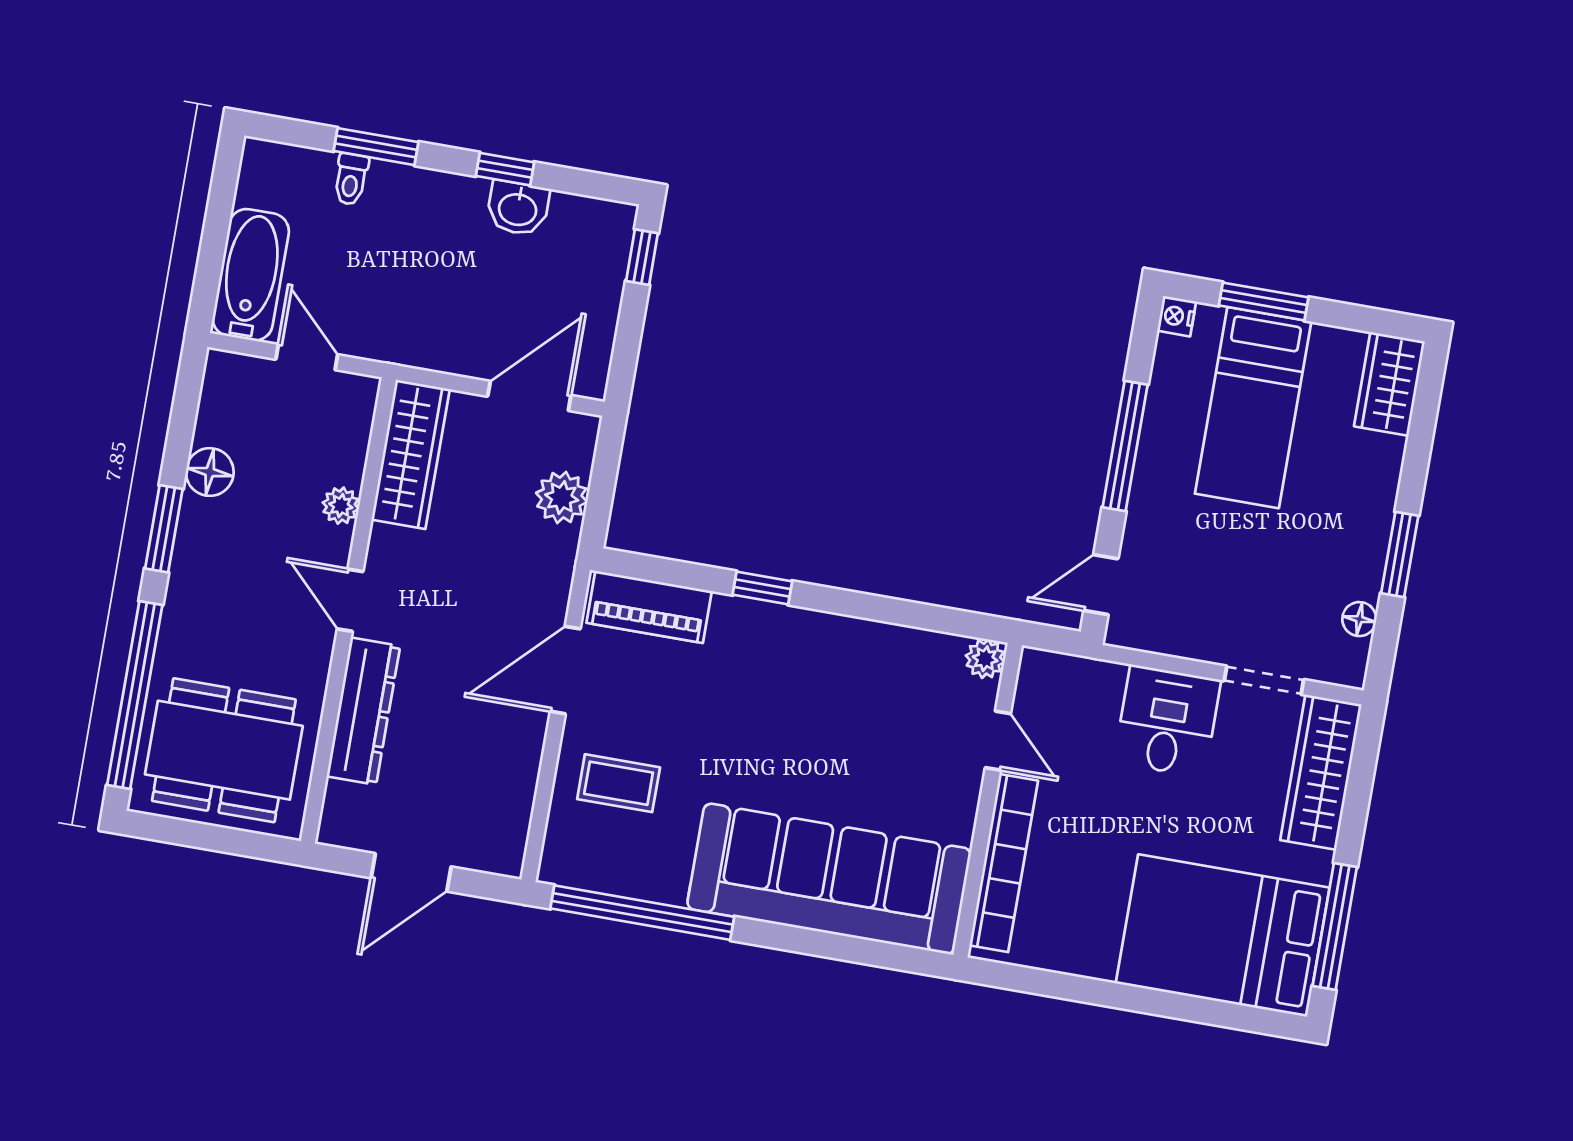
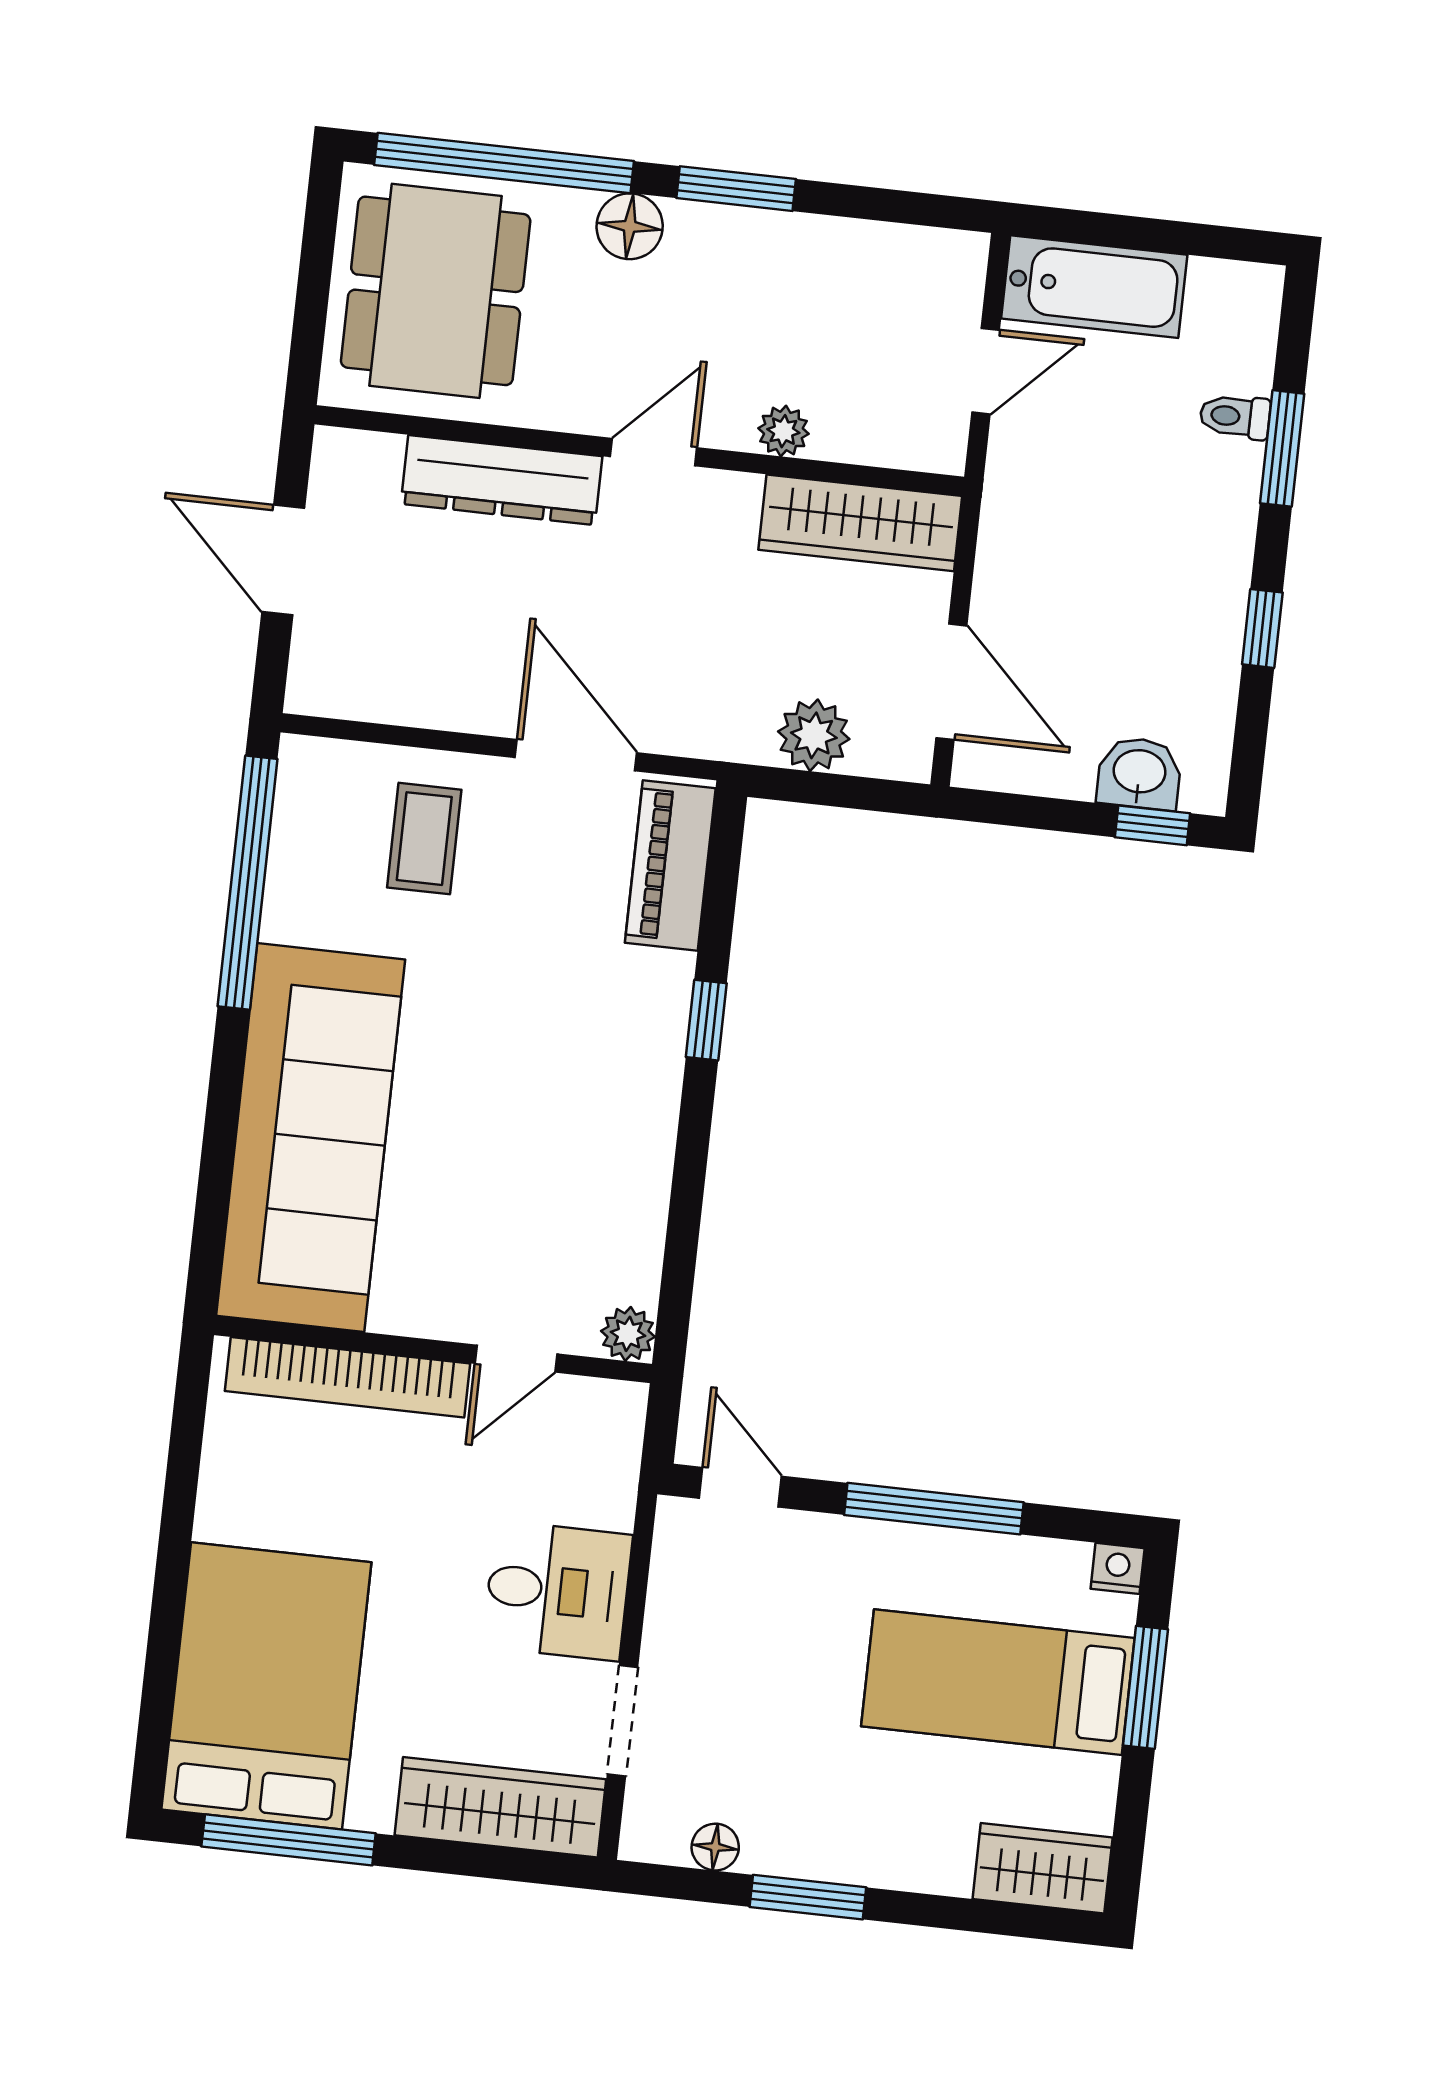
washbasin: (518, 208) -> (1139, 773), moved, turned 90
floor lamp: (210, 472) -> (630, 226), moved

